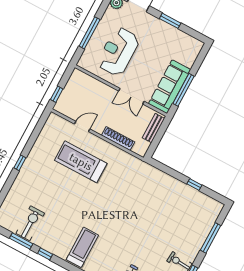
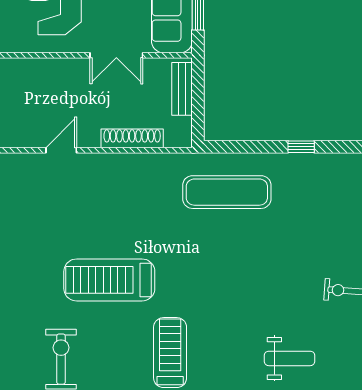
treadmill: (81, 162) -> (109, 280), moved
exercise mat: (149, 187) -> (227, 192), added

